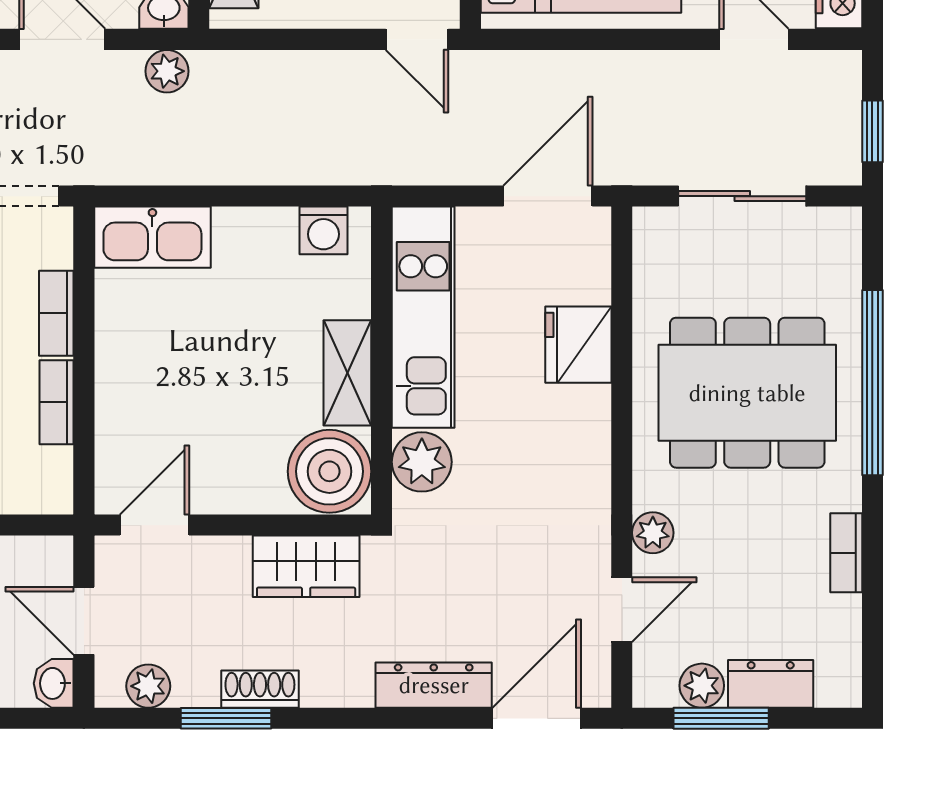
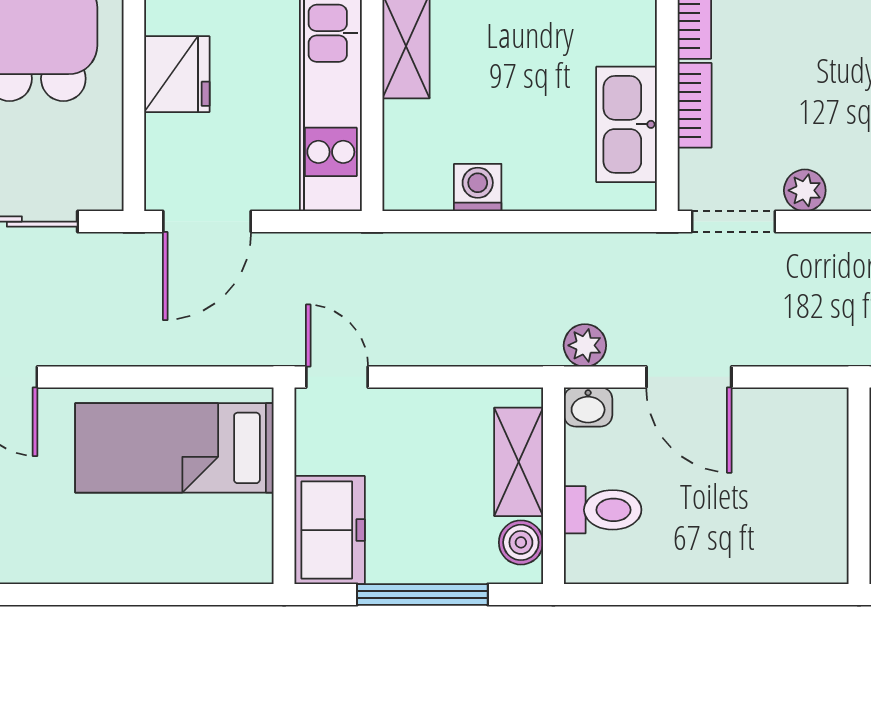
washing machine: (323, 230) -> (478, 187), moved
kitchen sink: (152, 237) -> (627, 124), moved, turned -90

